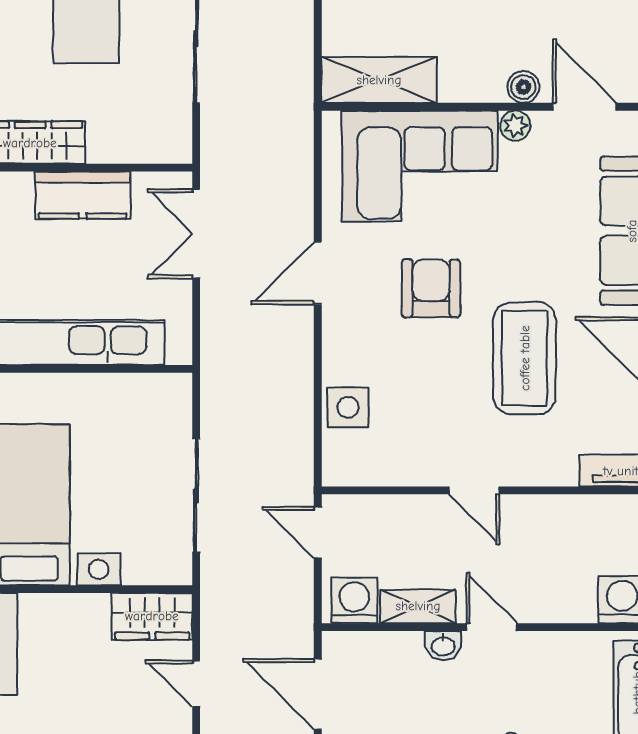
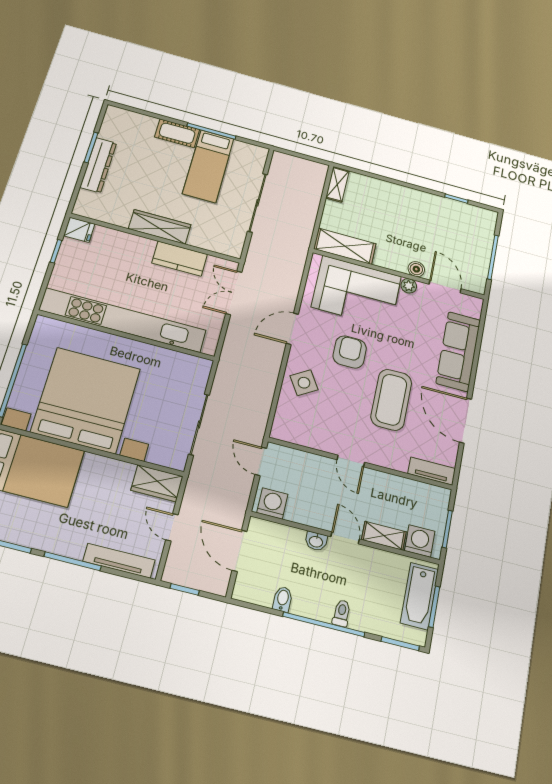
side table: (348, 407) -> (304, 383), moved, turned -32
shelving: (418, 606) -> (384, 536), moved

